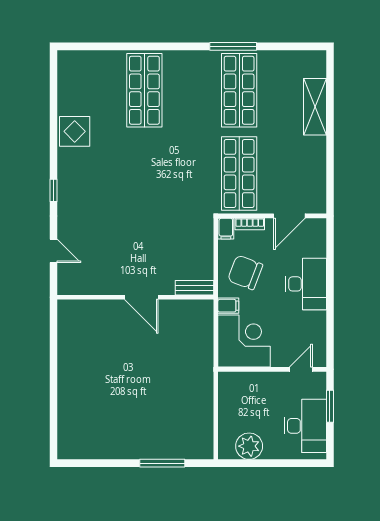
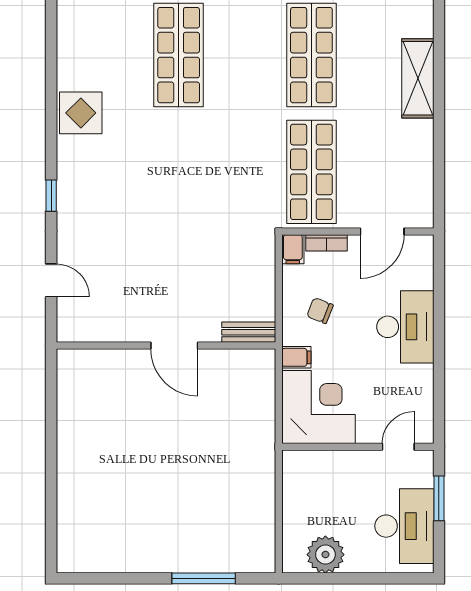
chair: (245, 272) -> (320, 311), width x0.54, depth x0.54

